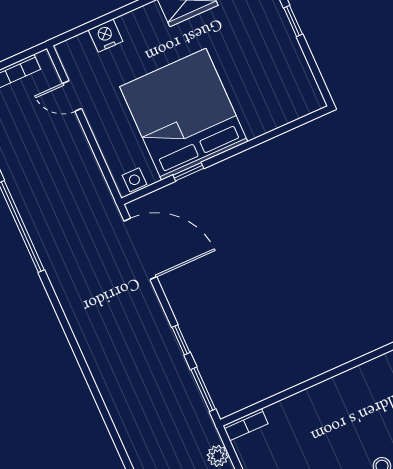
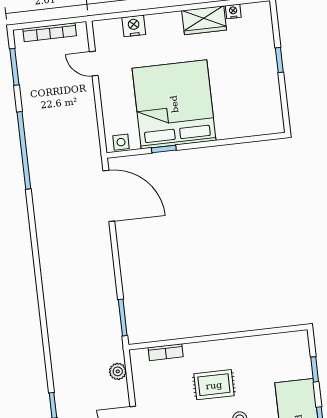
window: (181, 340) -> (118, 275), removed
bookcase: (245, 425) -> (166, 352), moved
rug: (338, 435) -> (214, 385), added

